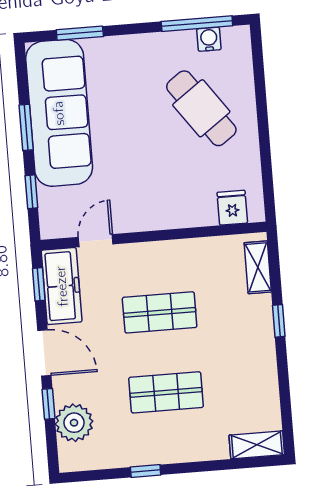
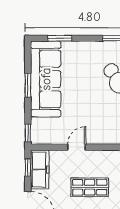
window: (31, 192) -> (28, 133), moved
door: (96, 241) -> (77, 147), moved

